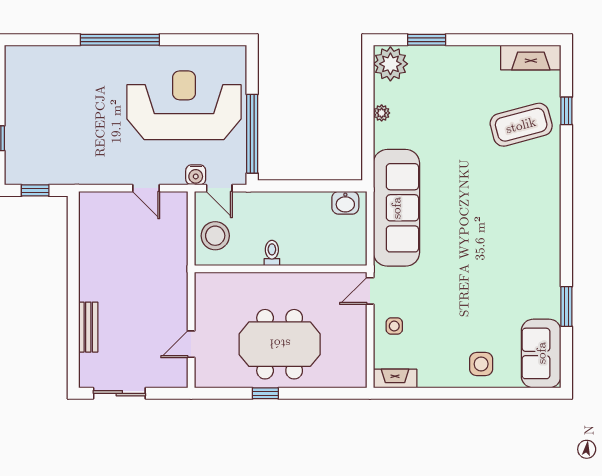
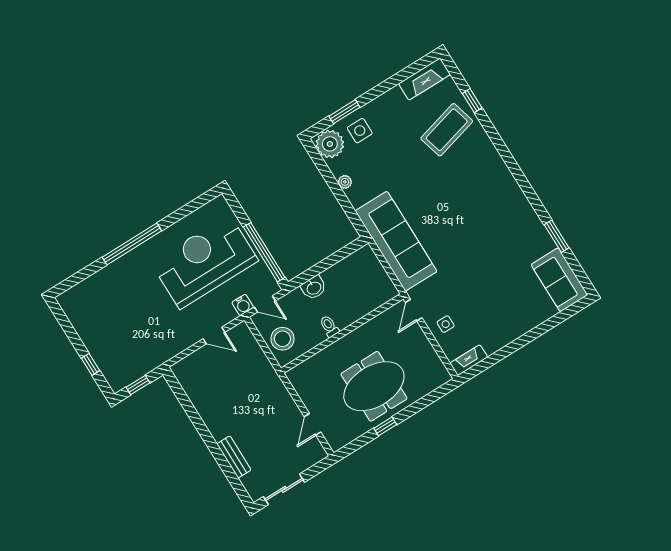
washbasin: (345, 203) -> (314, 288), moved
side table: (481, 364) -> (360, 131), moved

